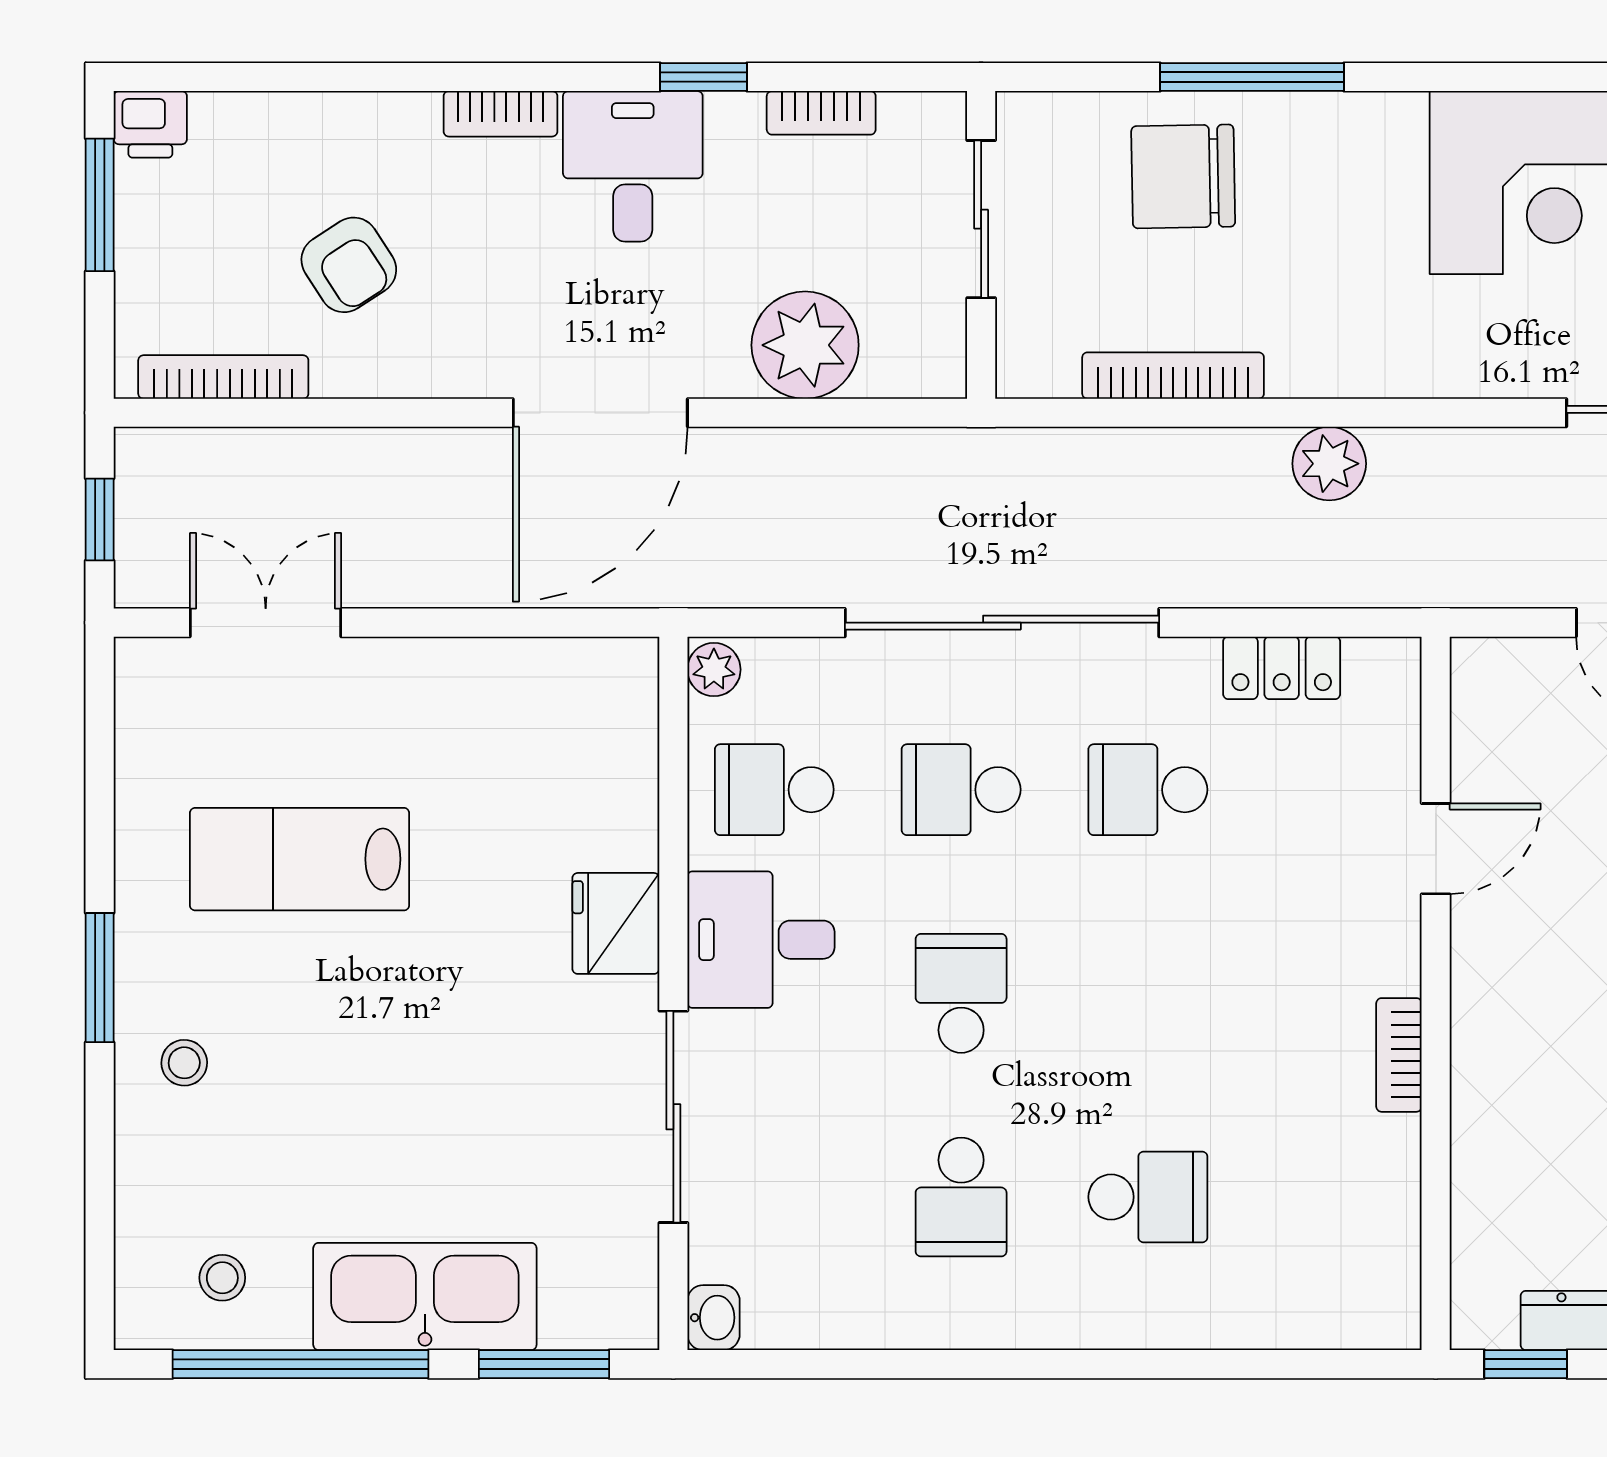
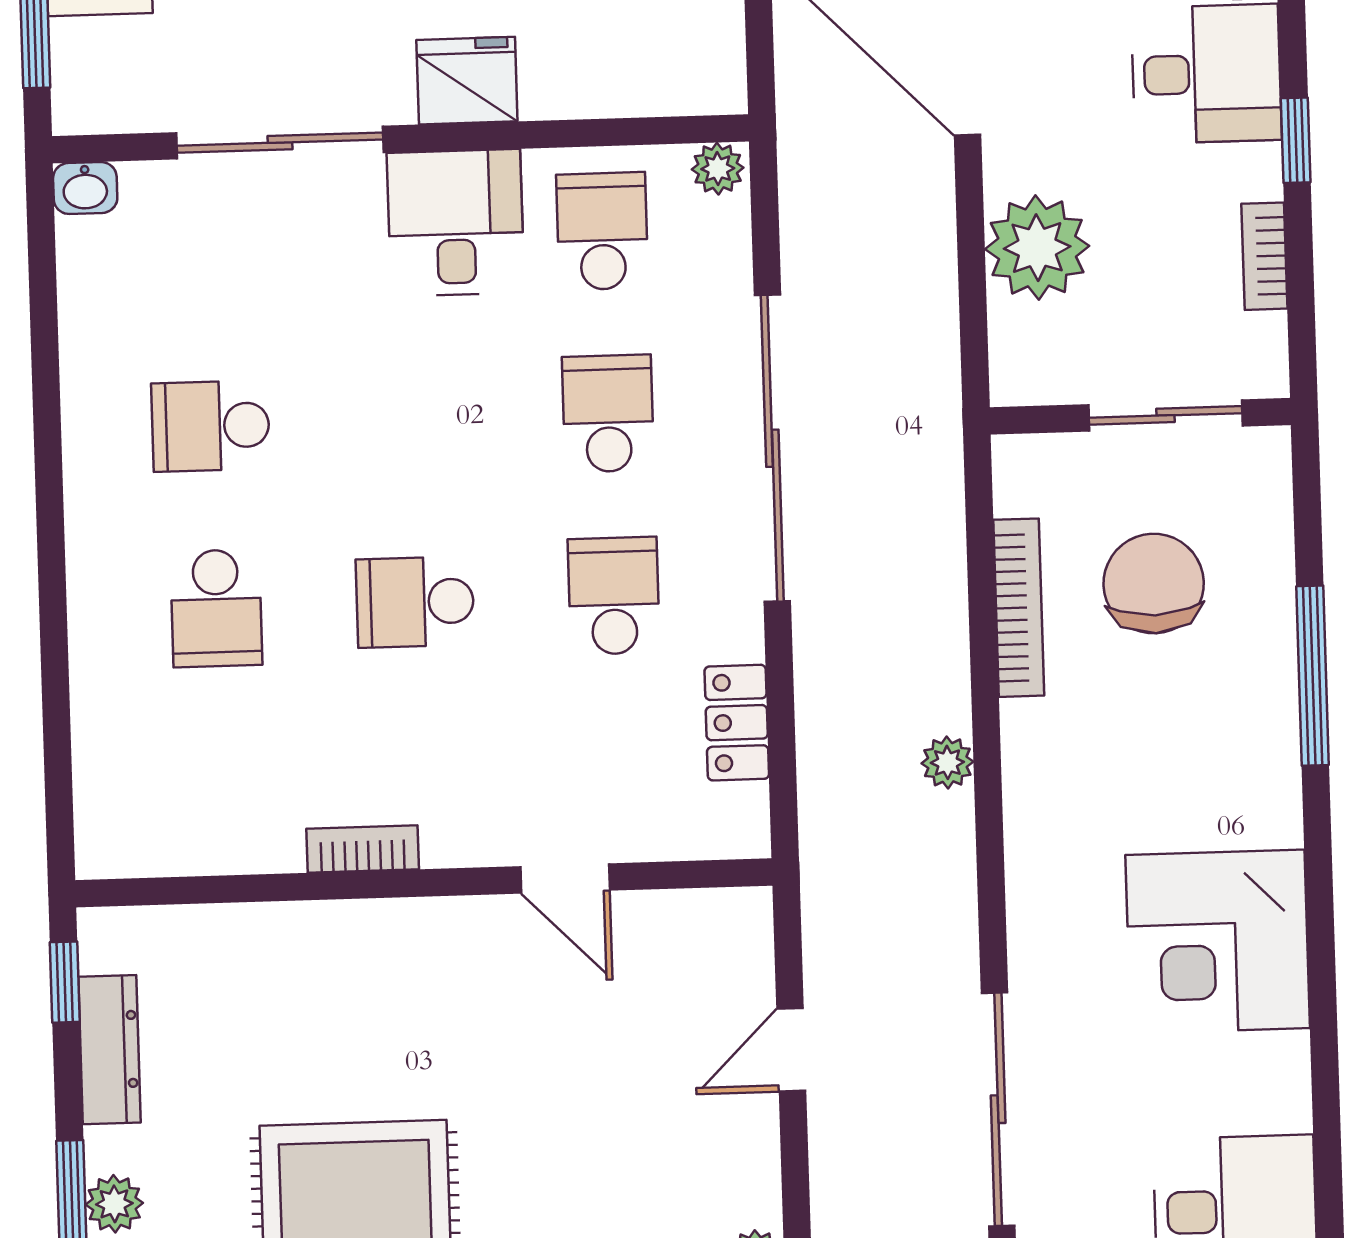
chair: (1183, 176) -> (1154, 584), moved
plant: (1329, 464) -> (947, 762), width x0.73, depth x0.73
school desk: (961, 993) -> (415, 602), moved, turned 180

